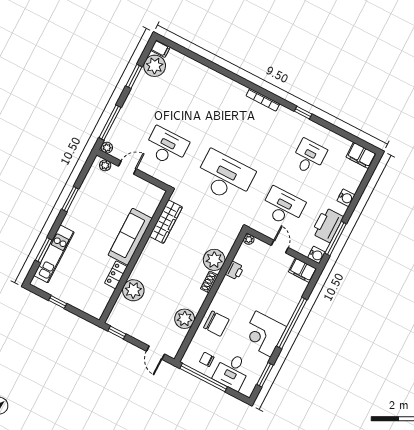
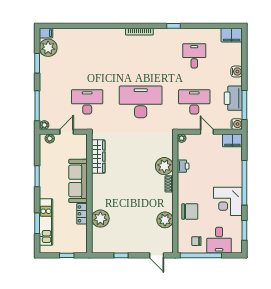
wardrobe: (166, 222) -> (98, 157), moved
sofa: (130, 237) -> (78, 181), moved
wall: (135, 257) -> (89, 194), moved
locker: (116, 275) -> (82, 214), moved
plant: (133, 290) -> (100, 219), moved

